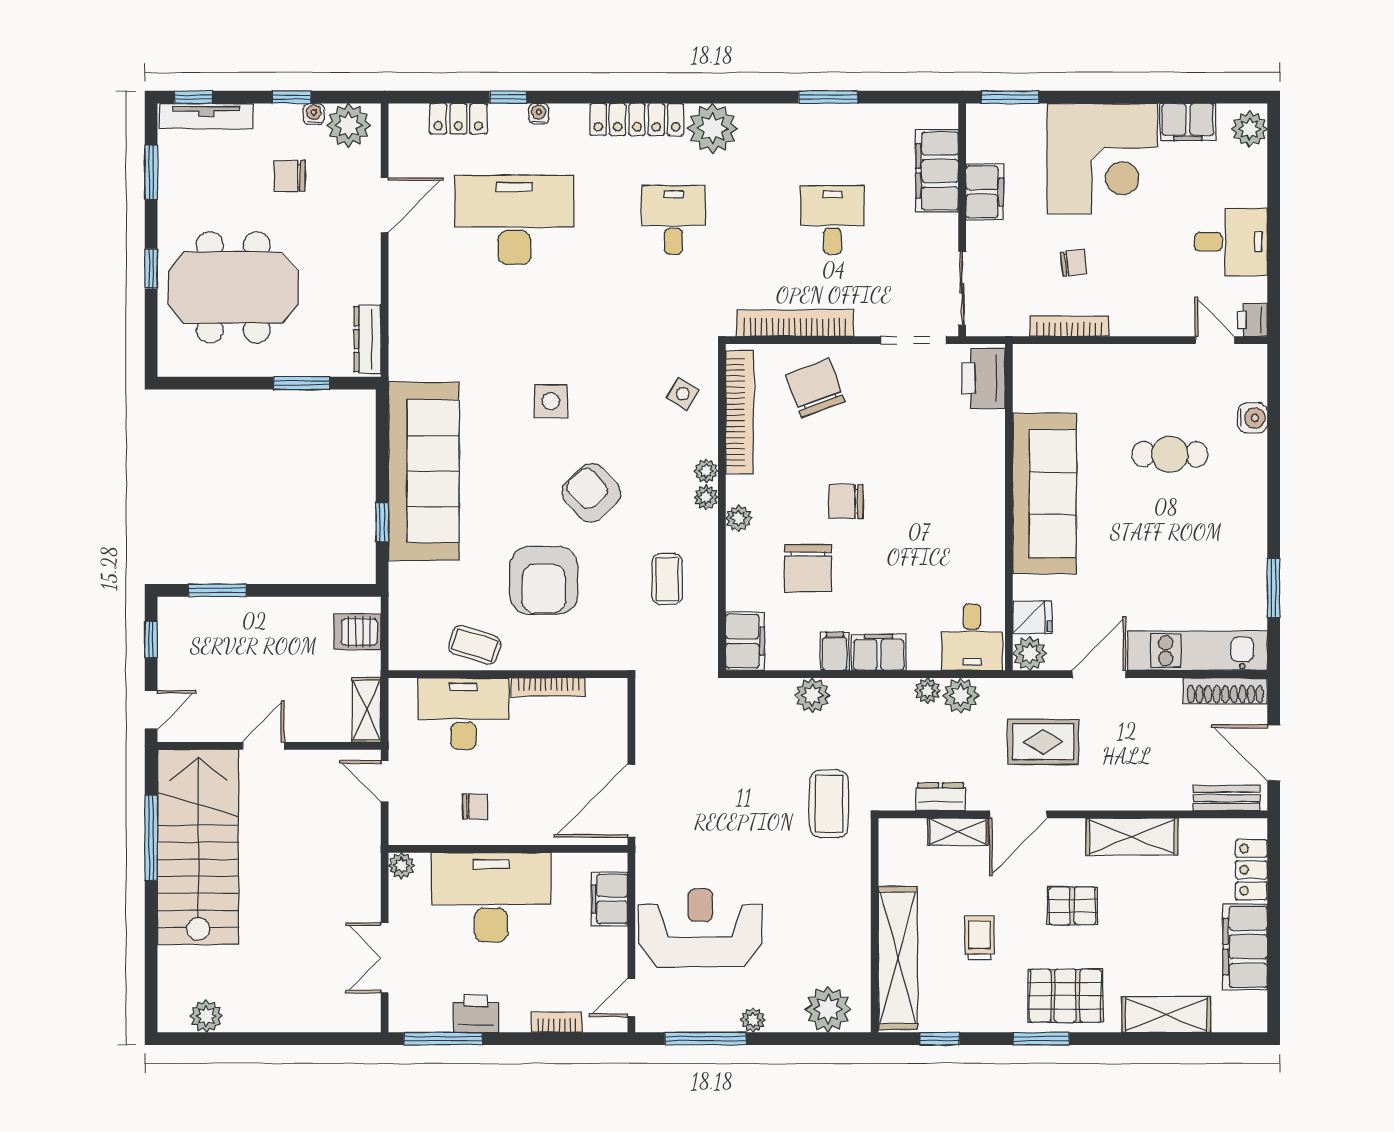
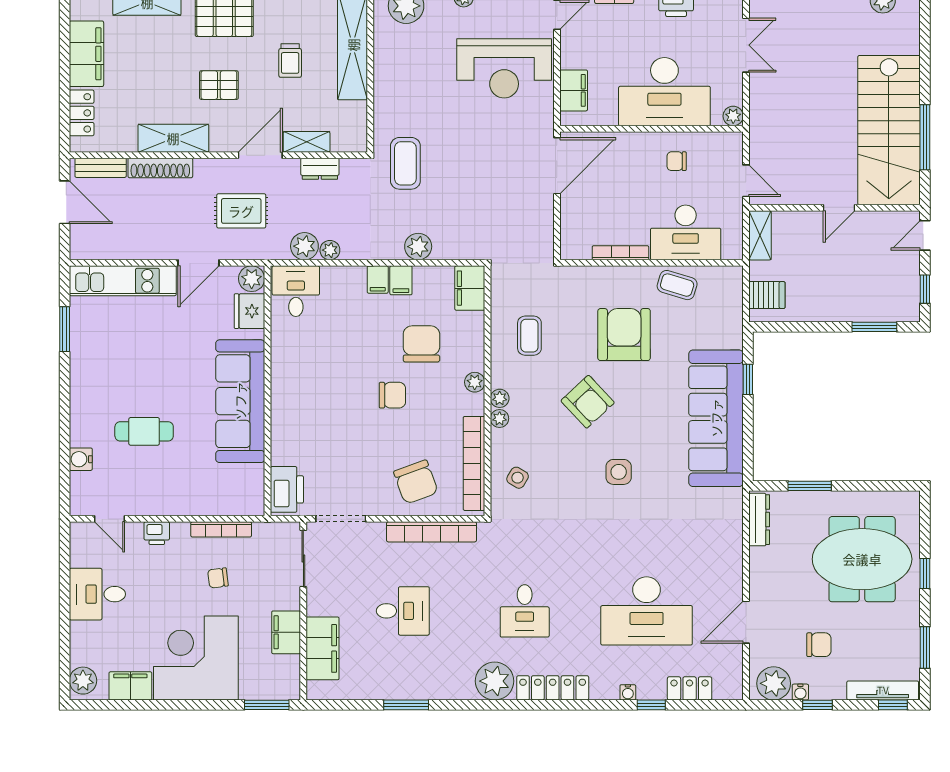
desk: (832, 220) -> (403, 611), turned -90
printer: (1252, 320) -> (157, 533), moved, turned 90
fridge: (1032, 617) -> (249, 311), width x1.38
filing cabinet: (879, 652) -> (378, 280), width x0.50
shoe rack: (1225, 691) -> (160, 168), moved, turned 180

